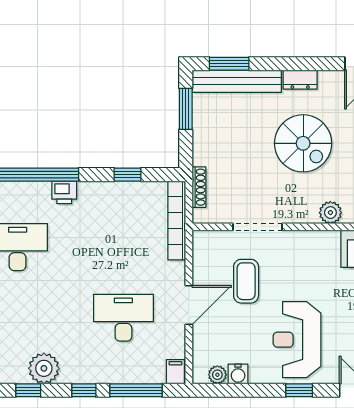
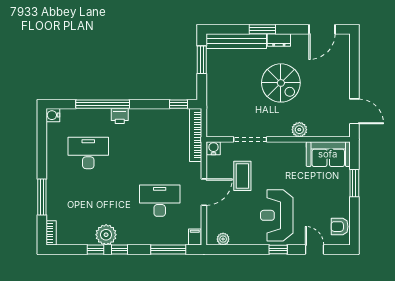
window: (229, 64) -> (262, 29), moved
window: (128, 175) -> (178, 104), moved
shoe rack: (199, 187) -> (211, 112), removed
water cooler: (238, 374) -> (214, 148), moved, turned 180
window: (84, 390) -> (120, 249), moved

